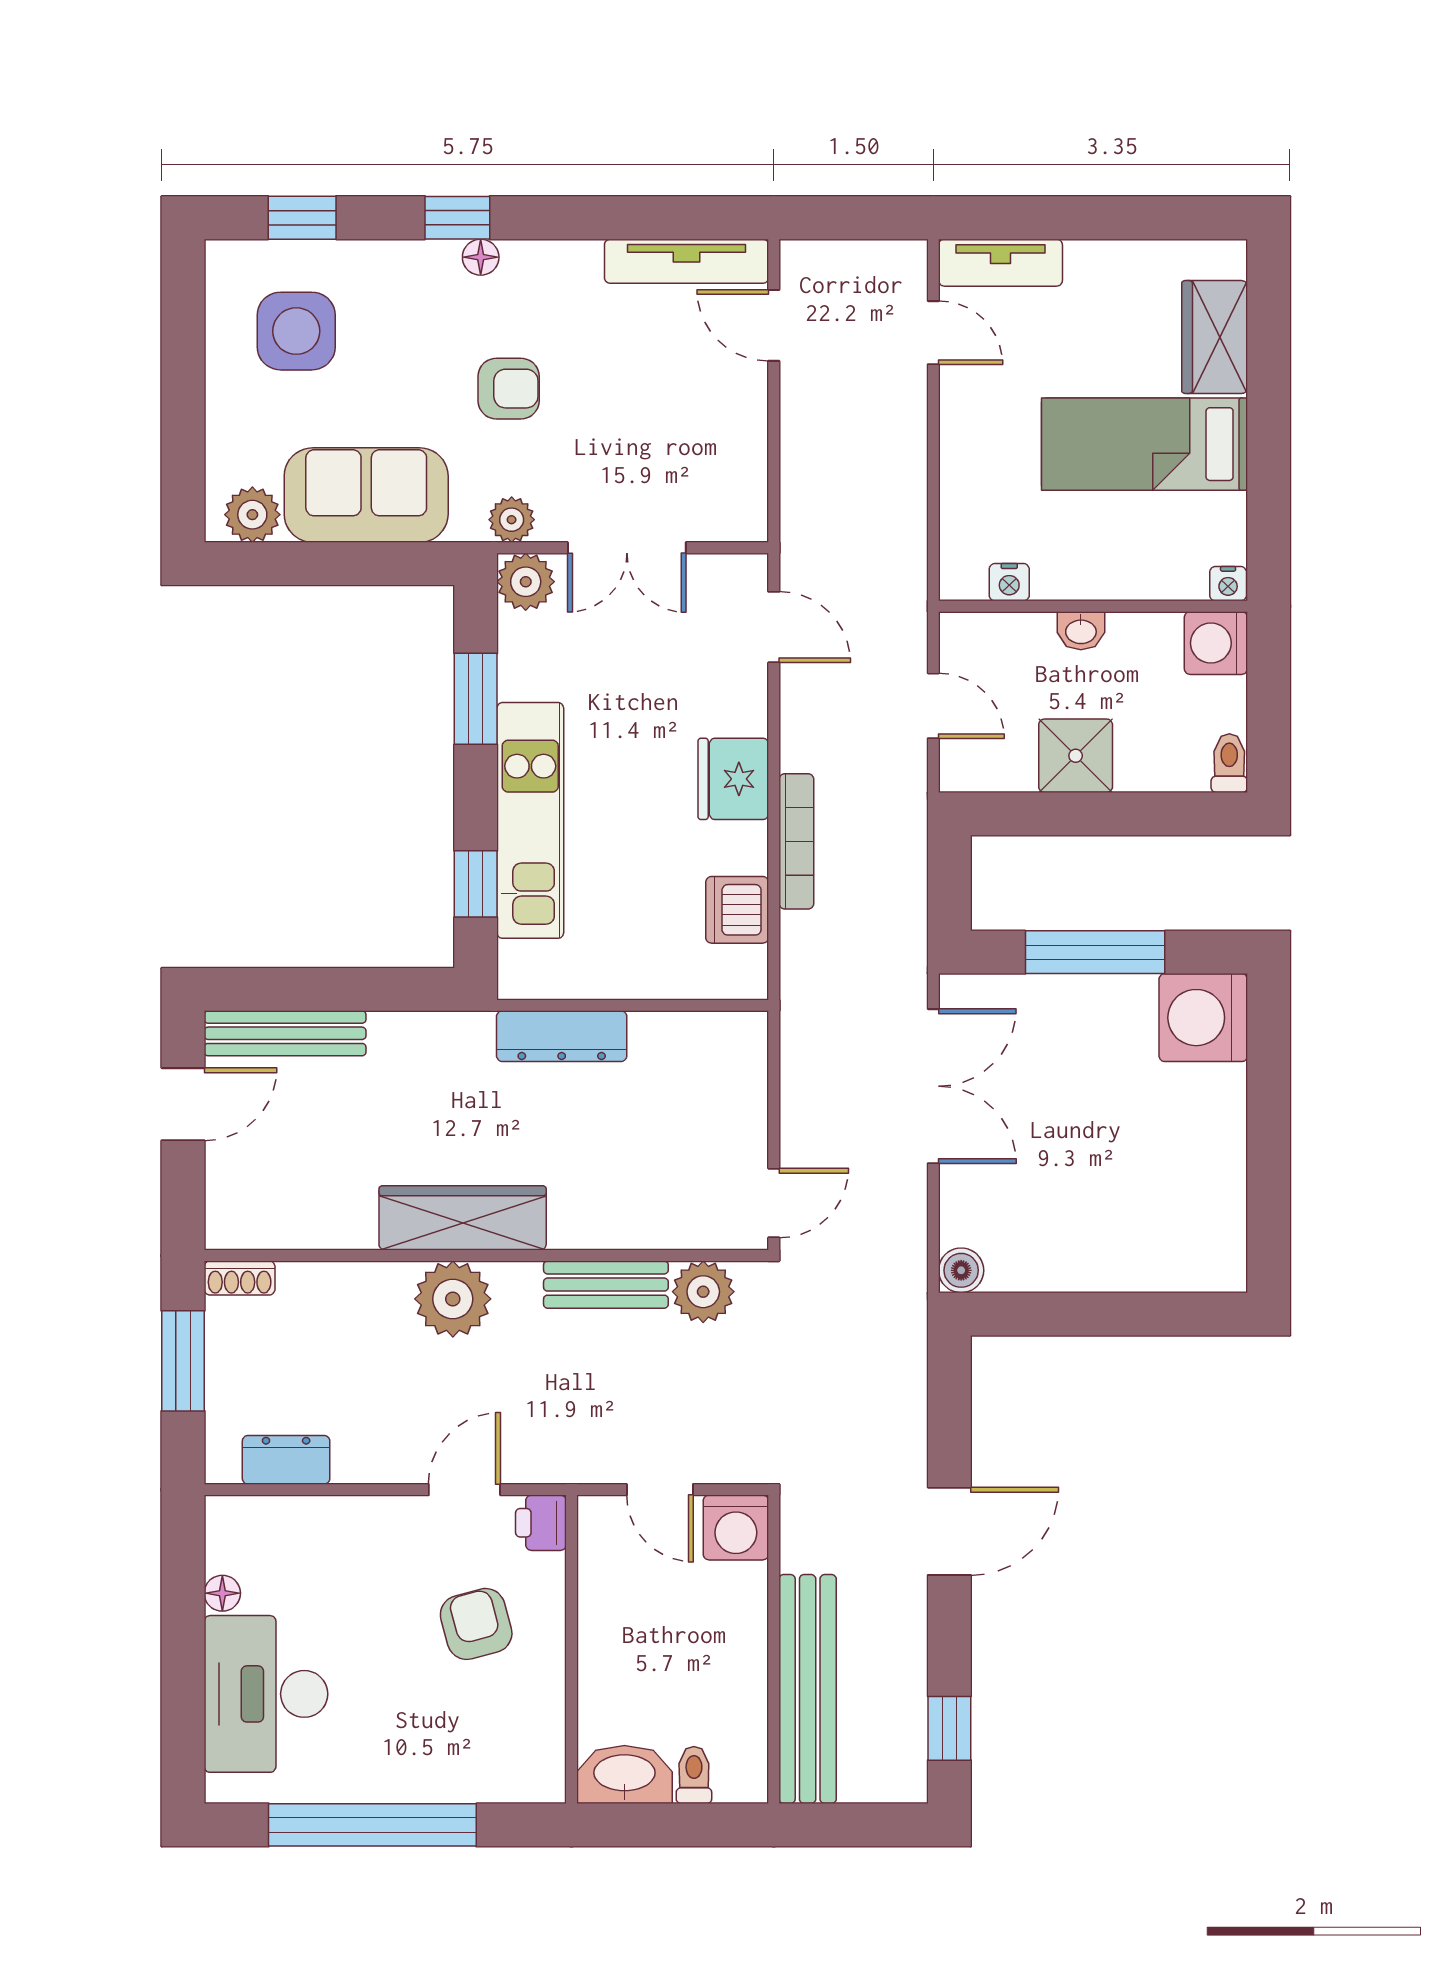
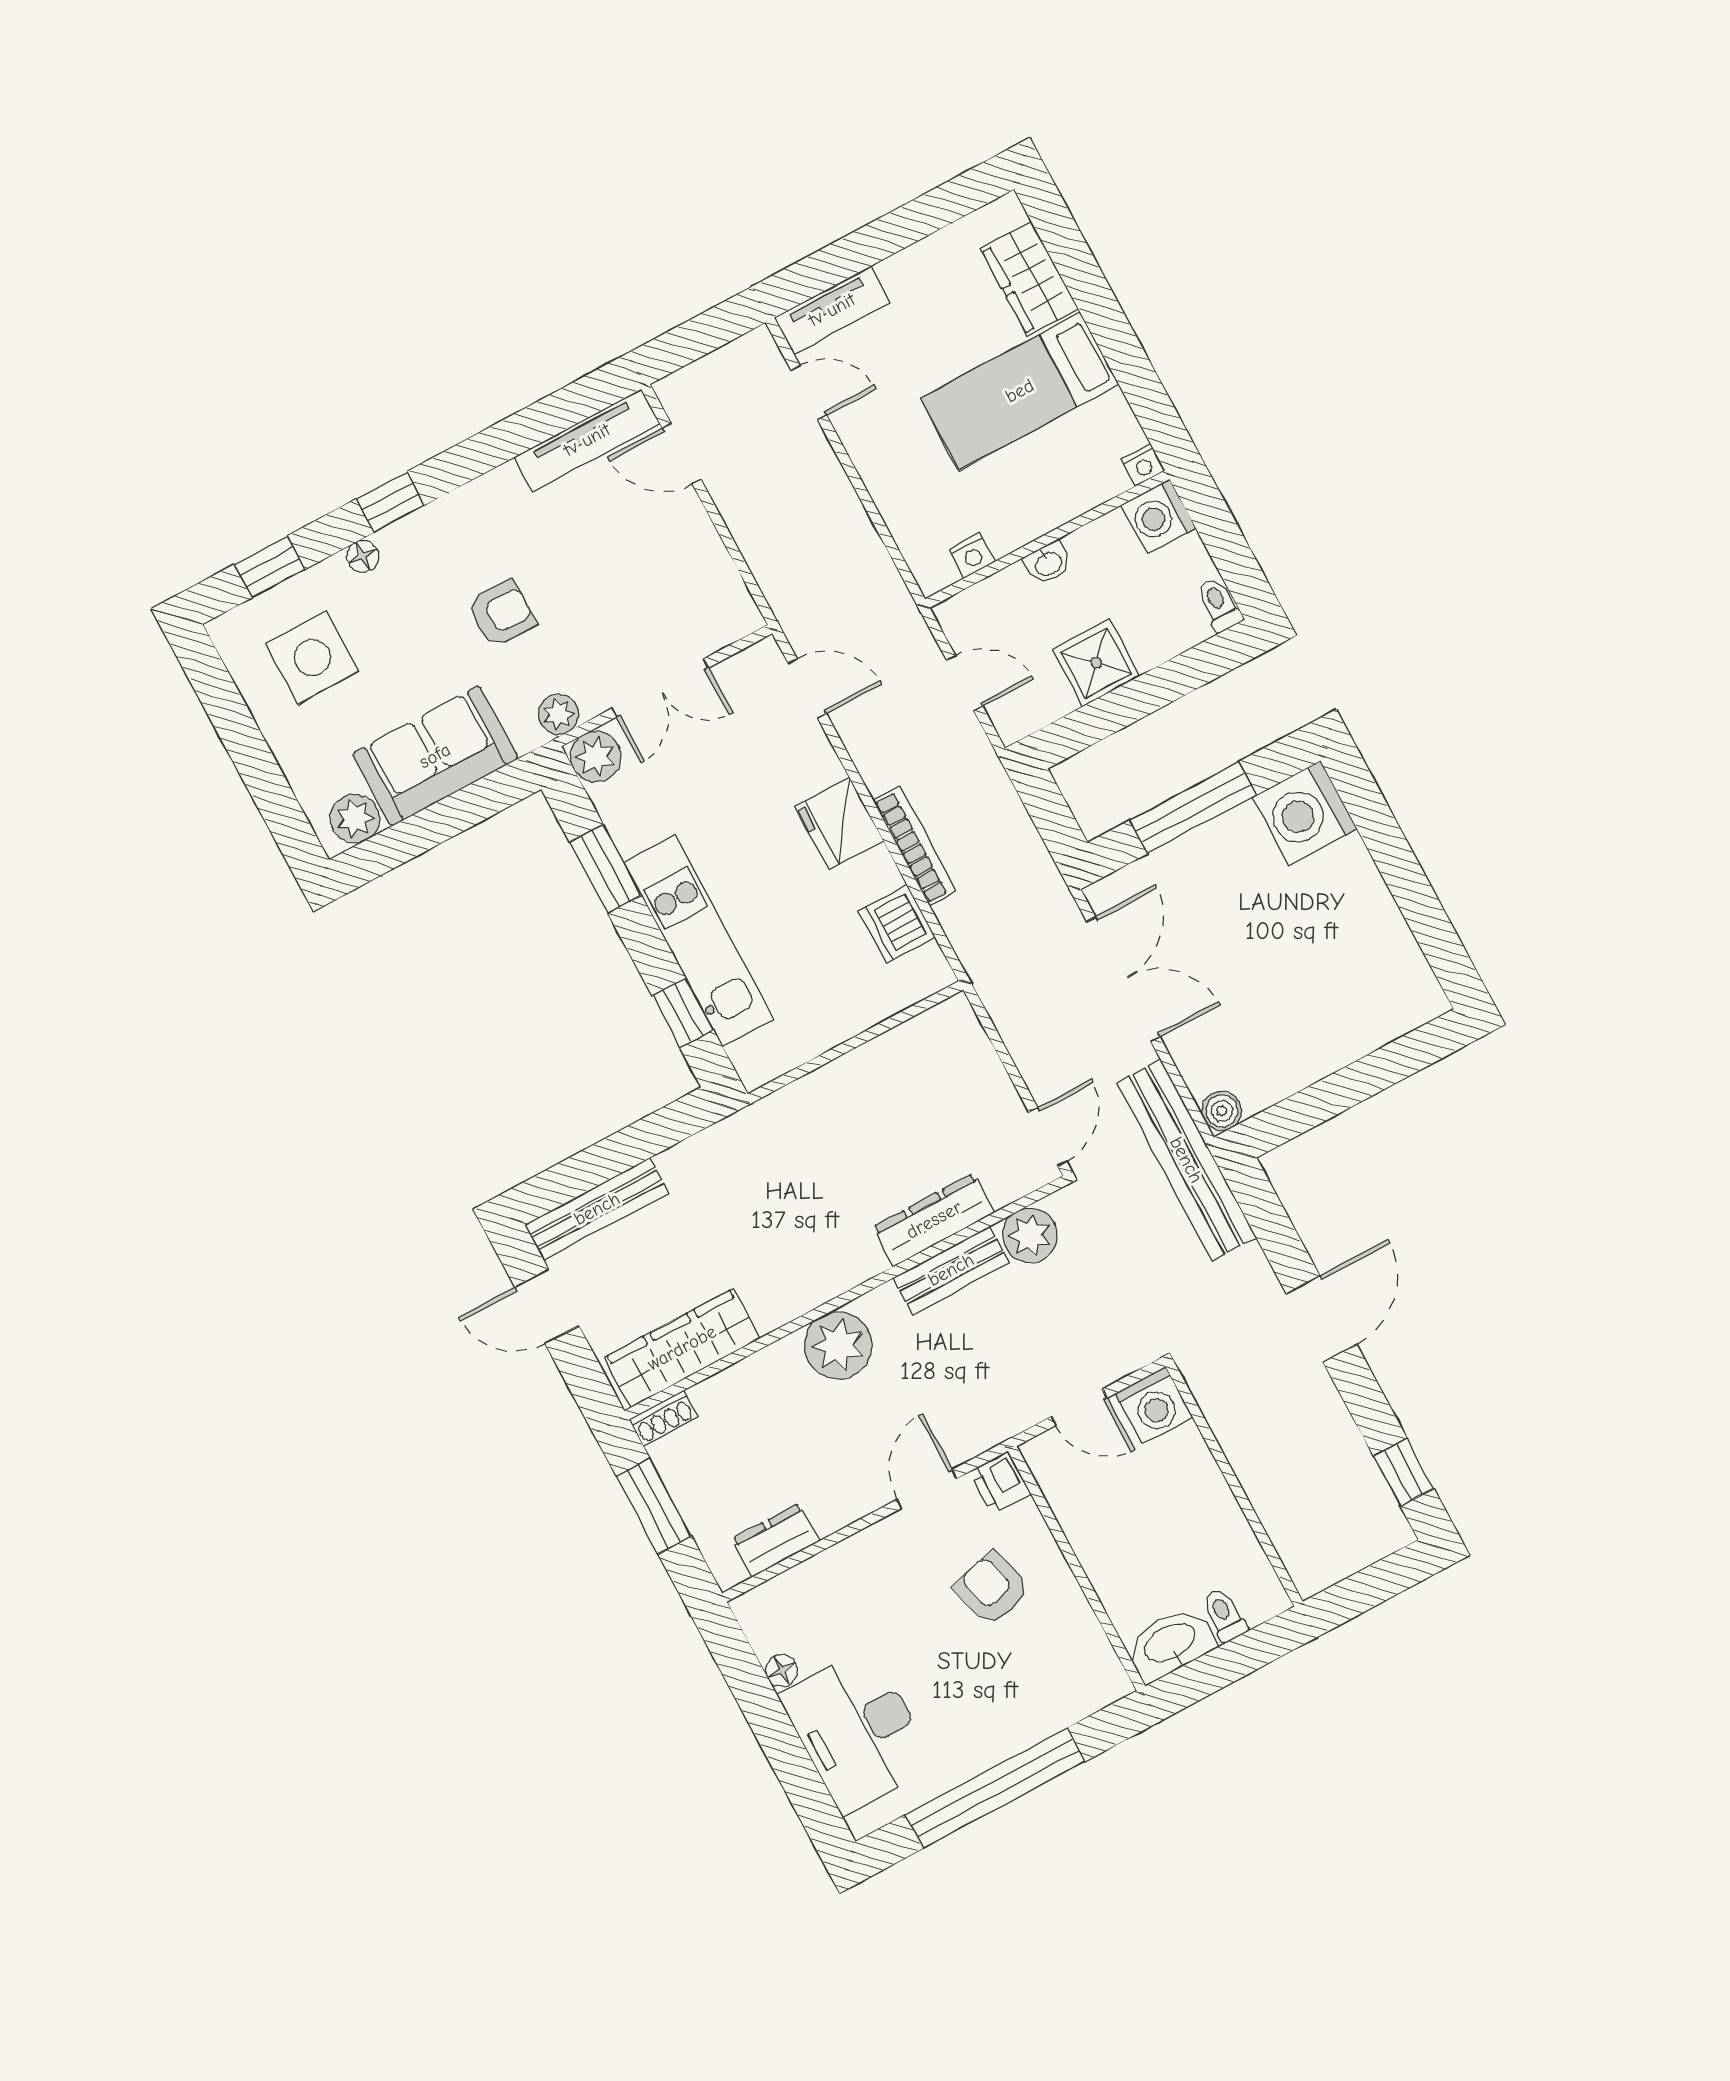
floor lamp: (481, 257) -> (363, 556), moved
dresser: (562, 1036) -> (934, 1220), moved, turned 180
door: (183, 1104) -> (547, 1306), swing flipped
wardrobe: (463, 1218) -> (682, 1348), moved
bench: (808, 1689) -> (1186, 1160), moved

